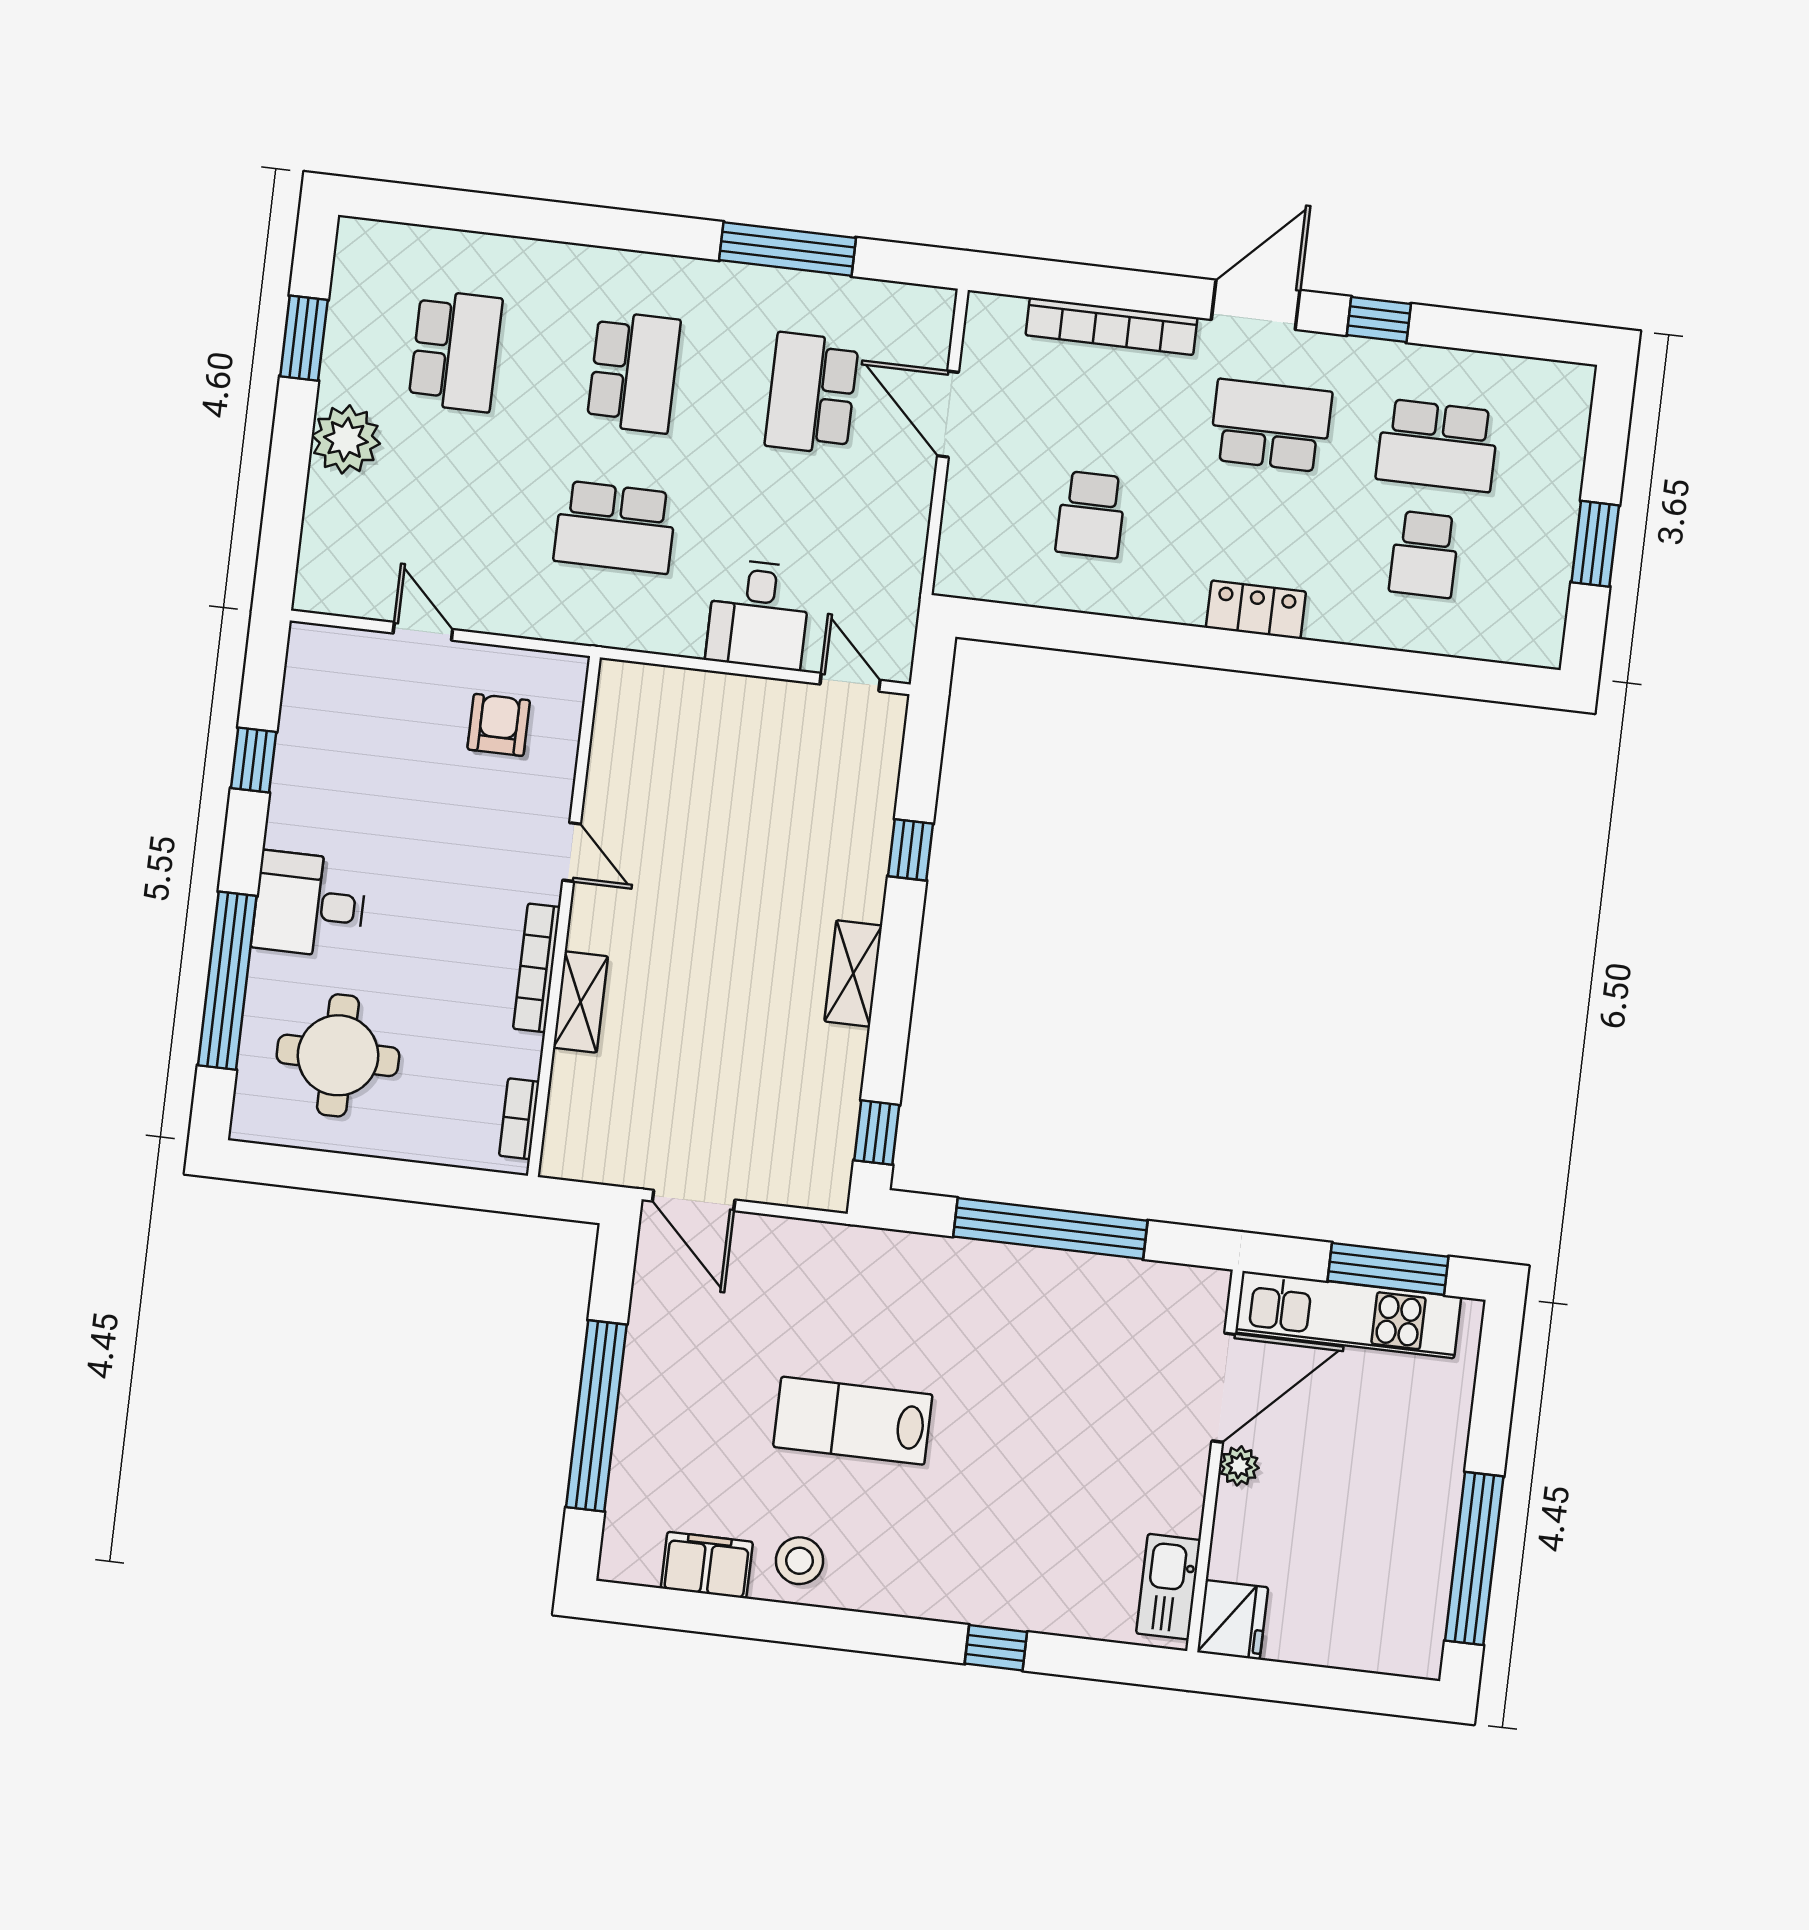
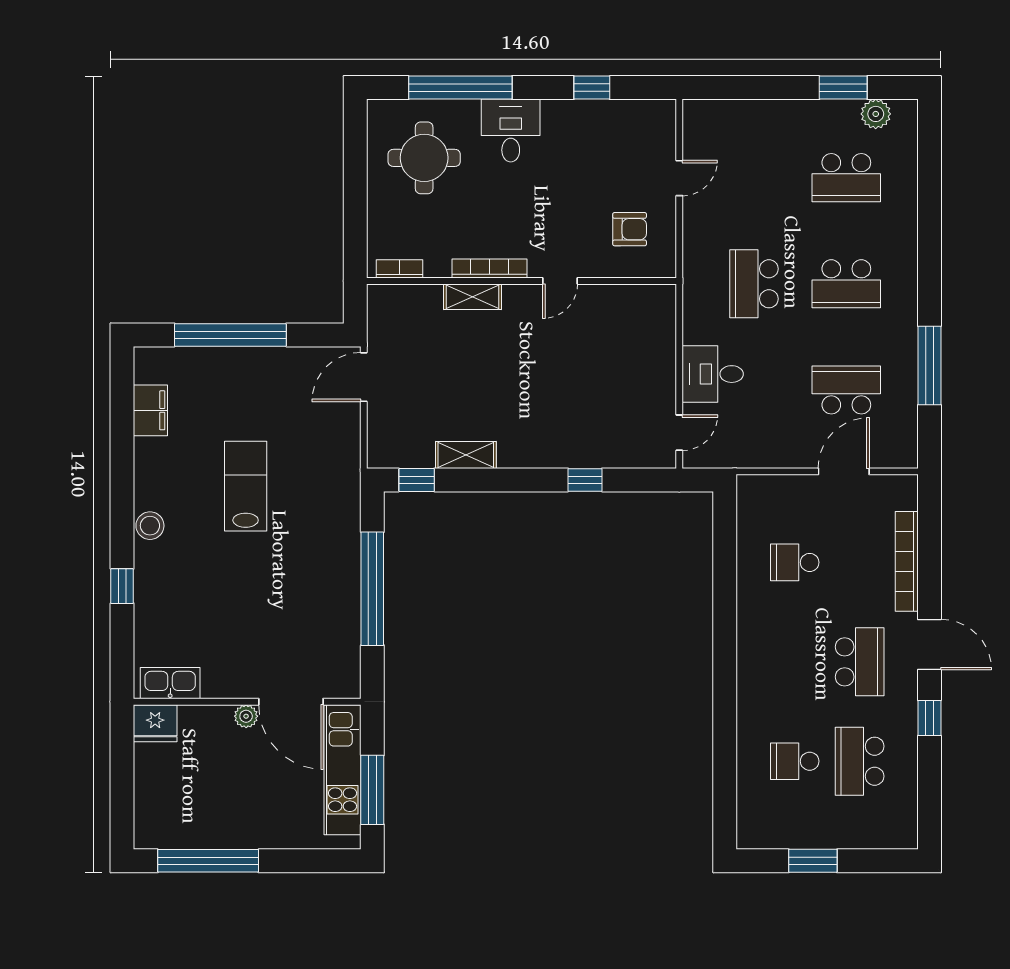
plant: (346, 439) -> (876, 114), moved, width x0.73, depth x0.73
locker: (1256, 610) -> (750, 666), removed
shelving: (853, 973) -> (466, 455), moved
stool: (799, 1561) -> (150, 526), moved

